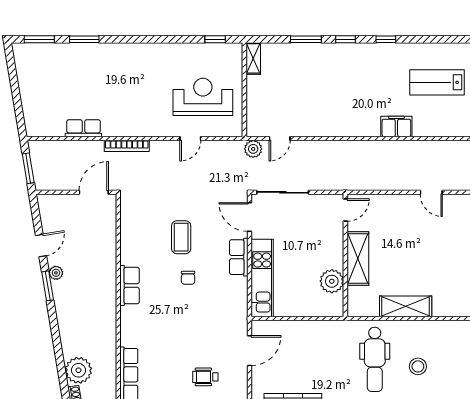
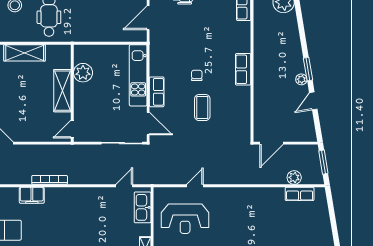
kitchen sink: (256, 111) -> (143, 207), added
row of seats: (83, 128) -> (300, 194), moved
bookcase: (127, 146) -> (50, 180), moved
plant: (253, 149) -> (294, 177), moved

